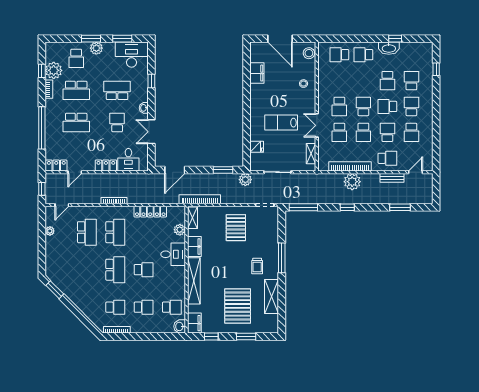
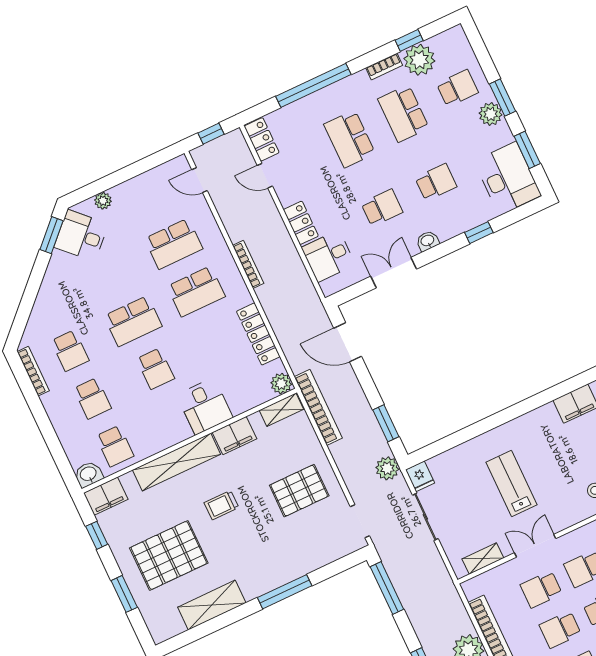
school desk: (76, 58) -> (457, 88), turned 180
school desk: (117, 90) -> (436, 182), width x0.54
fridge: (257, 147) -> (420, 476), moved
plant: (180, 230) -> (281, 384), moved
plant: (50, 231) -> (103, 201), moved
trolley: (257, 266) -> (221, 505), moved
desk: (62, 275) -> (81, 236), added

